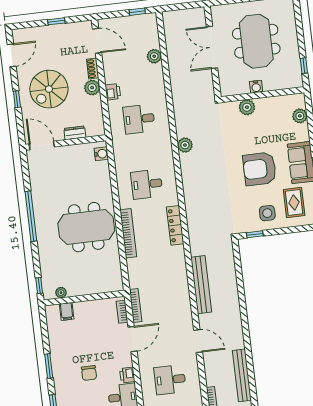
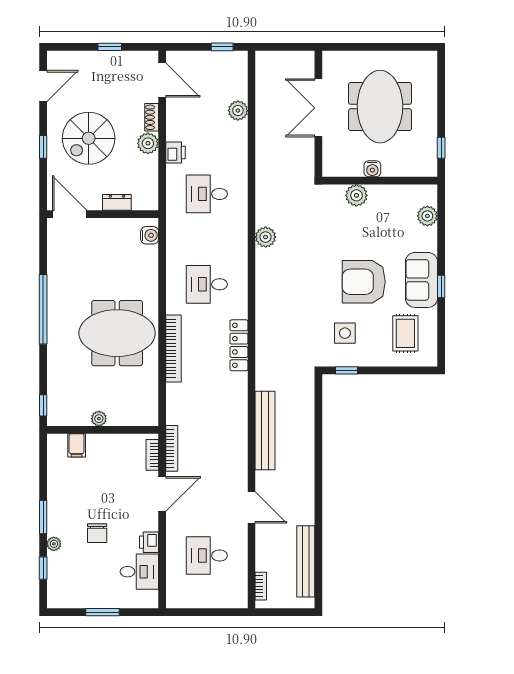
side table: (267, 213) -> (345, 333), moved
plant: (61, 293) -> (99, 419), moved
plant: (59, 384) -> (54, 544), added

